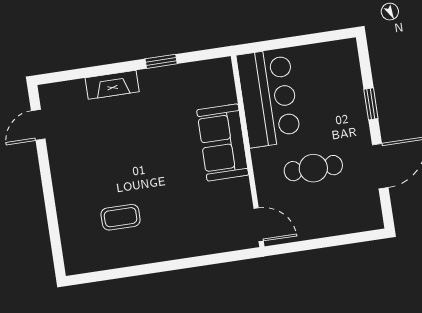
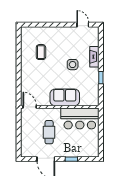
side table: (139, 135) -> (73, 65), added
door: (259, 225) -> (30, 107), swing flipped

